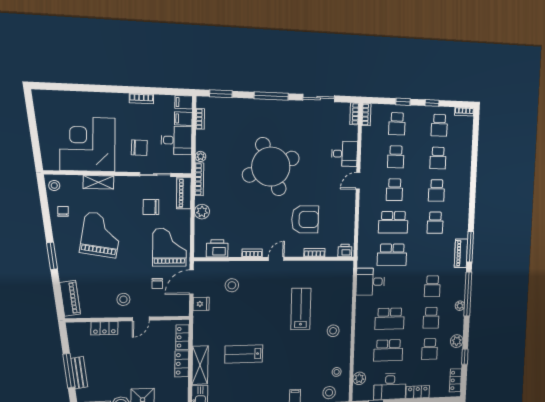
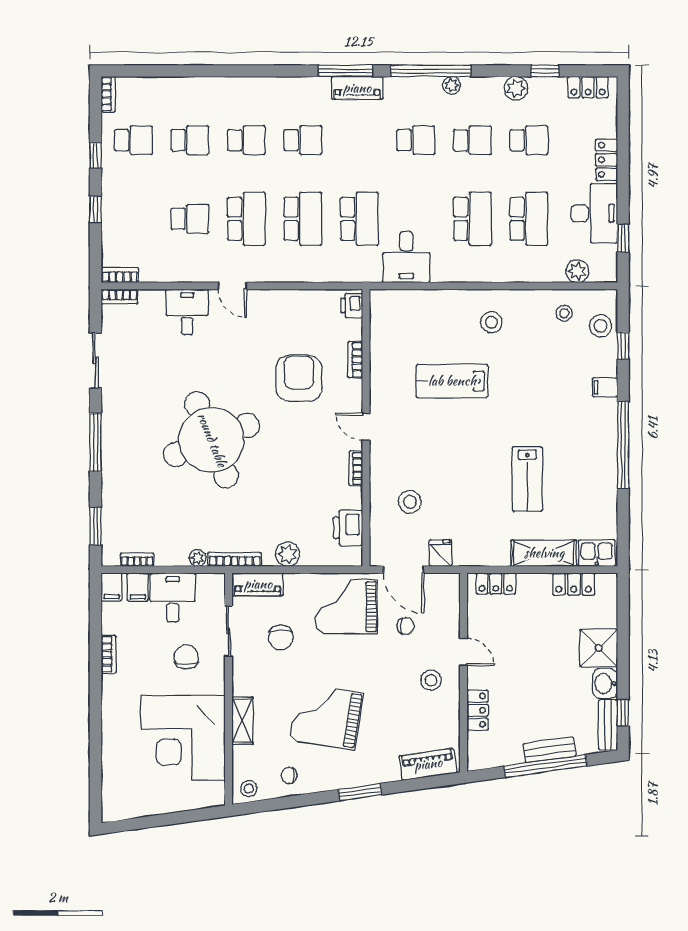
school desk: (397, 124) -> (133, 219), removed
school desk: (394, 190) -> (246, 219), width x1.85
locker: (182, 364) -> (574, 584), moved
window: (69, 371) -> (546, 766), width x1.46

